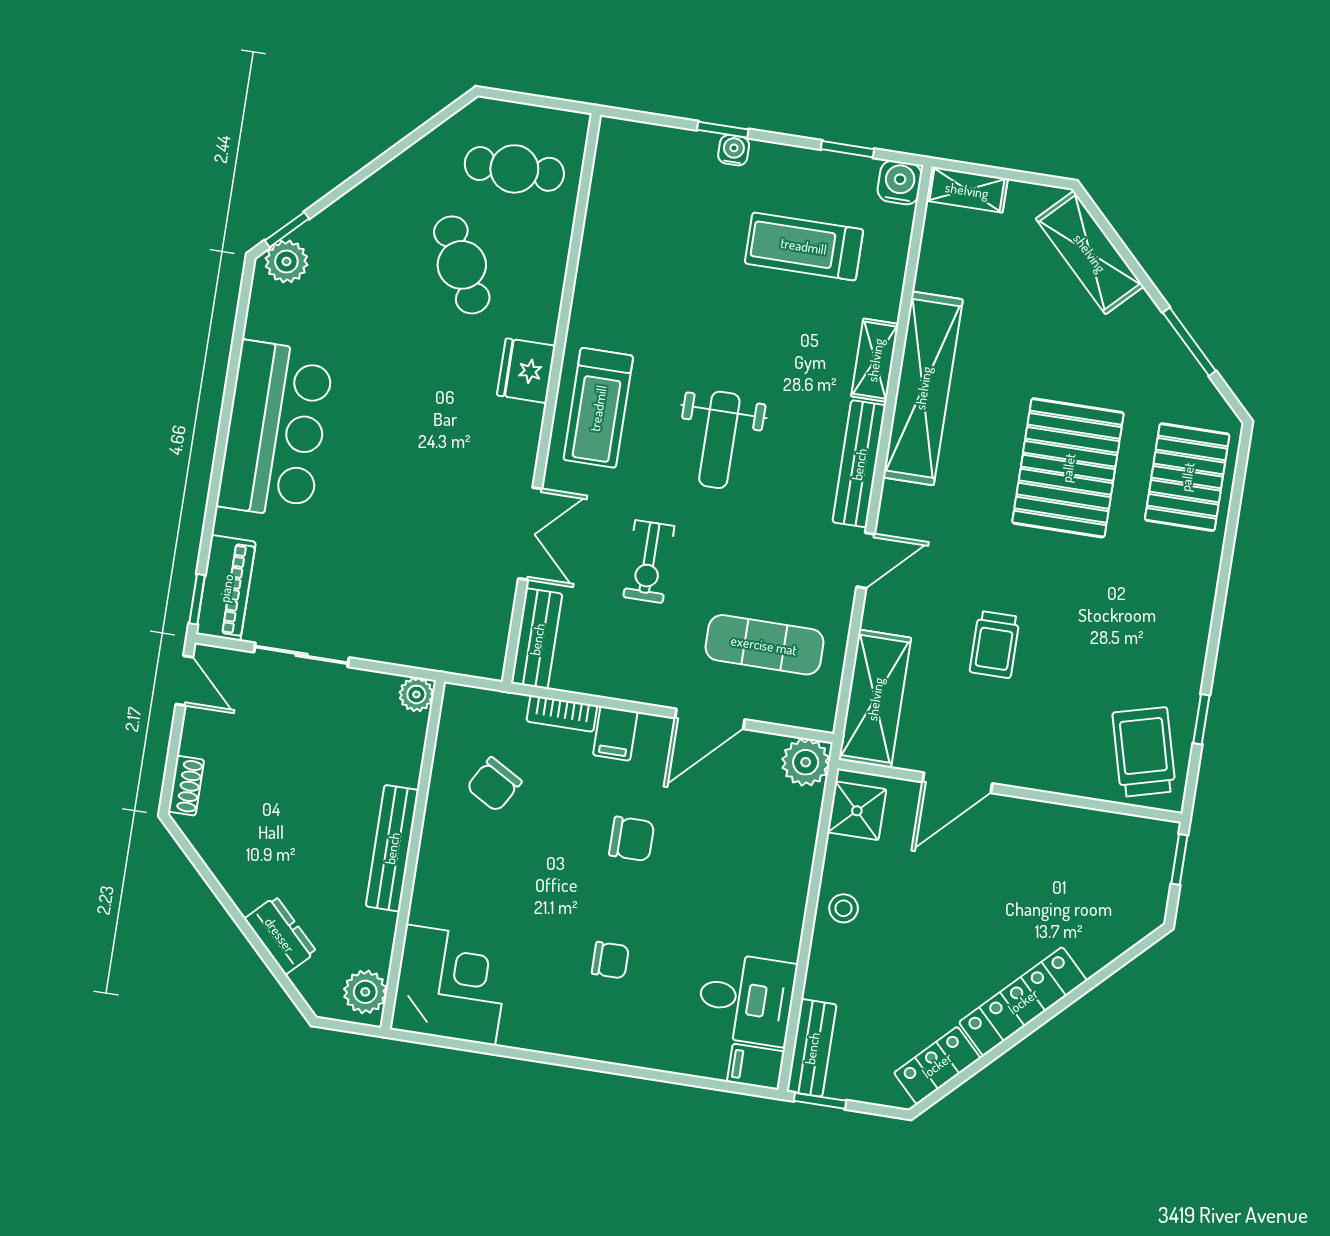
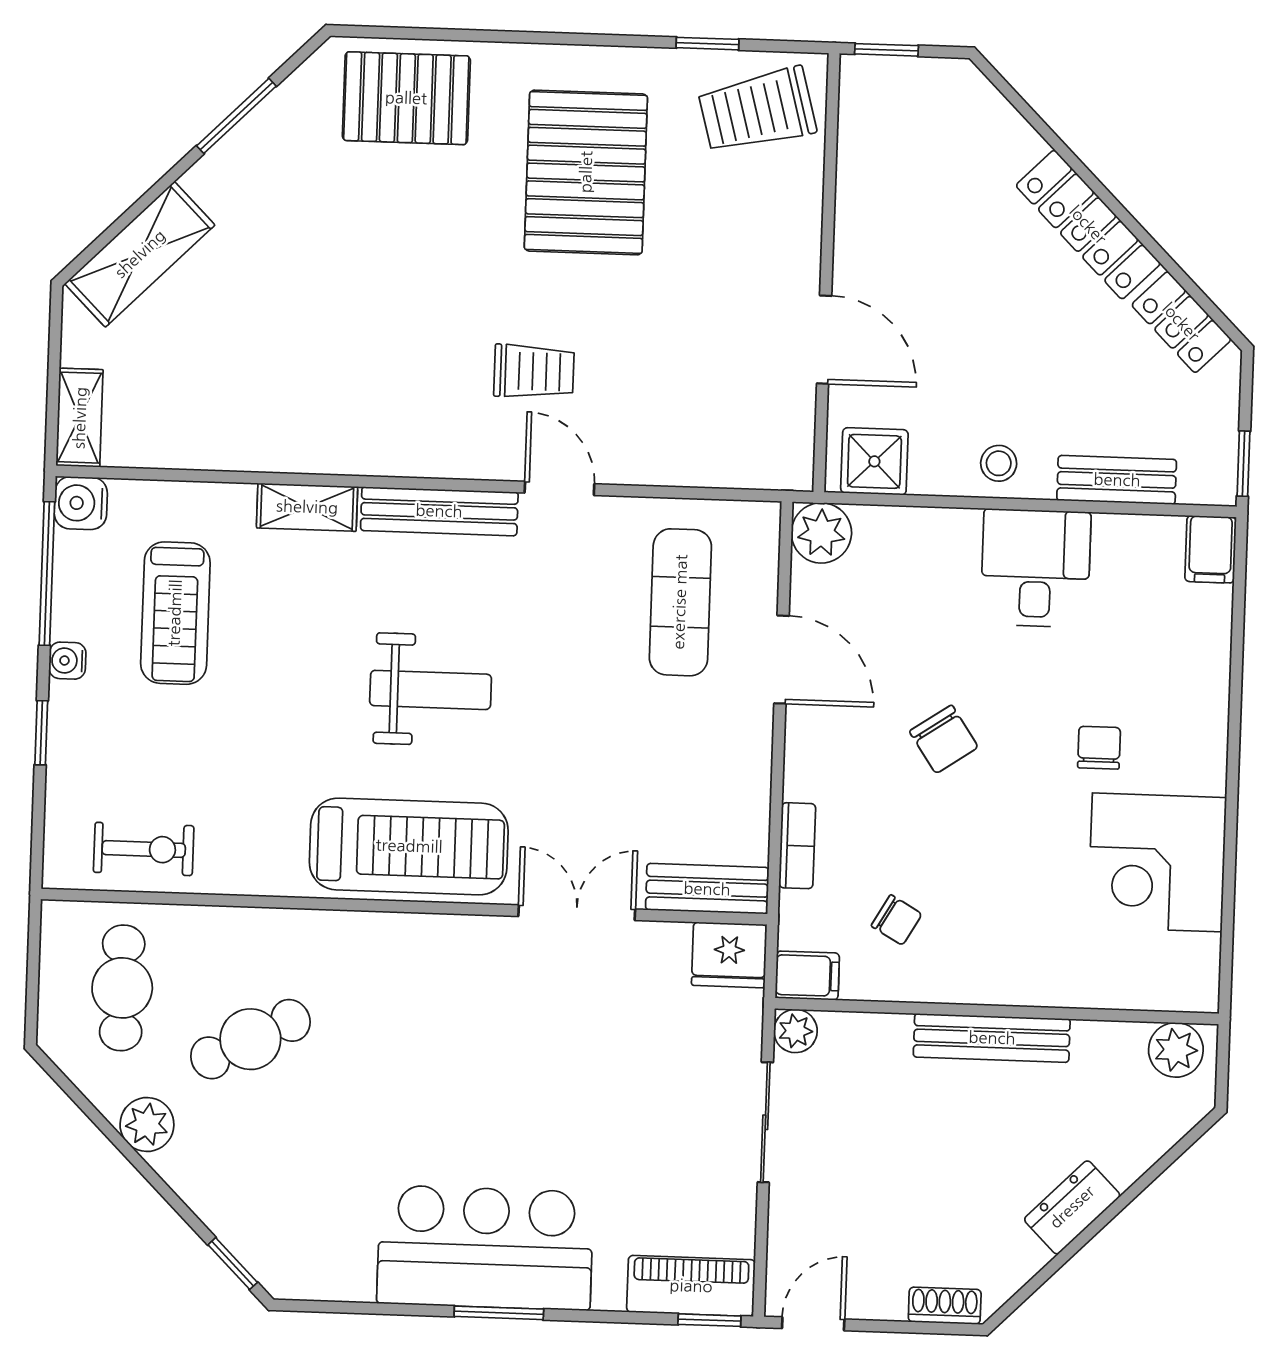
window: (847, 149) -> (47, 574), width x2.17
water cooler: (734, 150) -> (67, 661), moved
plant: (286, 262) -> (147, 1124), moved
fridge: (526, 371) -> (729, 955), moved
shelving: (923, 388) -> (335, 443), removed
treadmill: (598, 408) -> (409, 846), width x1.37, depth x1.38
window: (223, 434) -> (499, 1313), added
pallet: (1068, 468) -> (586, 172), moved, turned 90
exercise bike: (649, 562) -> (144, 849), moved
trolley: (995, 644) -> (534, 371), moved
sliding door: (302, 655) -> (765, 1122), moved
shelving: (875, 699) -> (731, 456), removed
filing cabinet: (615, 733) -> (807, 976), moved
chair: (494, 784) -> (897, 920), width x0.73, depth x0.73
chair: (632, 839) -> (944, 739), turned 146
dresser: (280, 935) -> (1072, 1207), moved
corner desk: (451, 985) -> (1157, 862), moved, turned -90
desk: (746, 999) -> (1036, 568), moved
bench: (812, 1048) -> (1117, 480), moved

